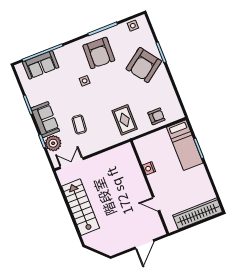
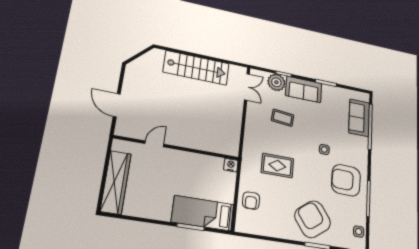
rug: (125, 120) -> (277, 166), moved
nightstand: (149, 168) -> (231, 165), moved

